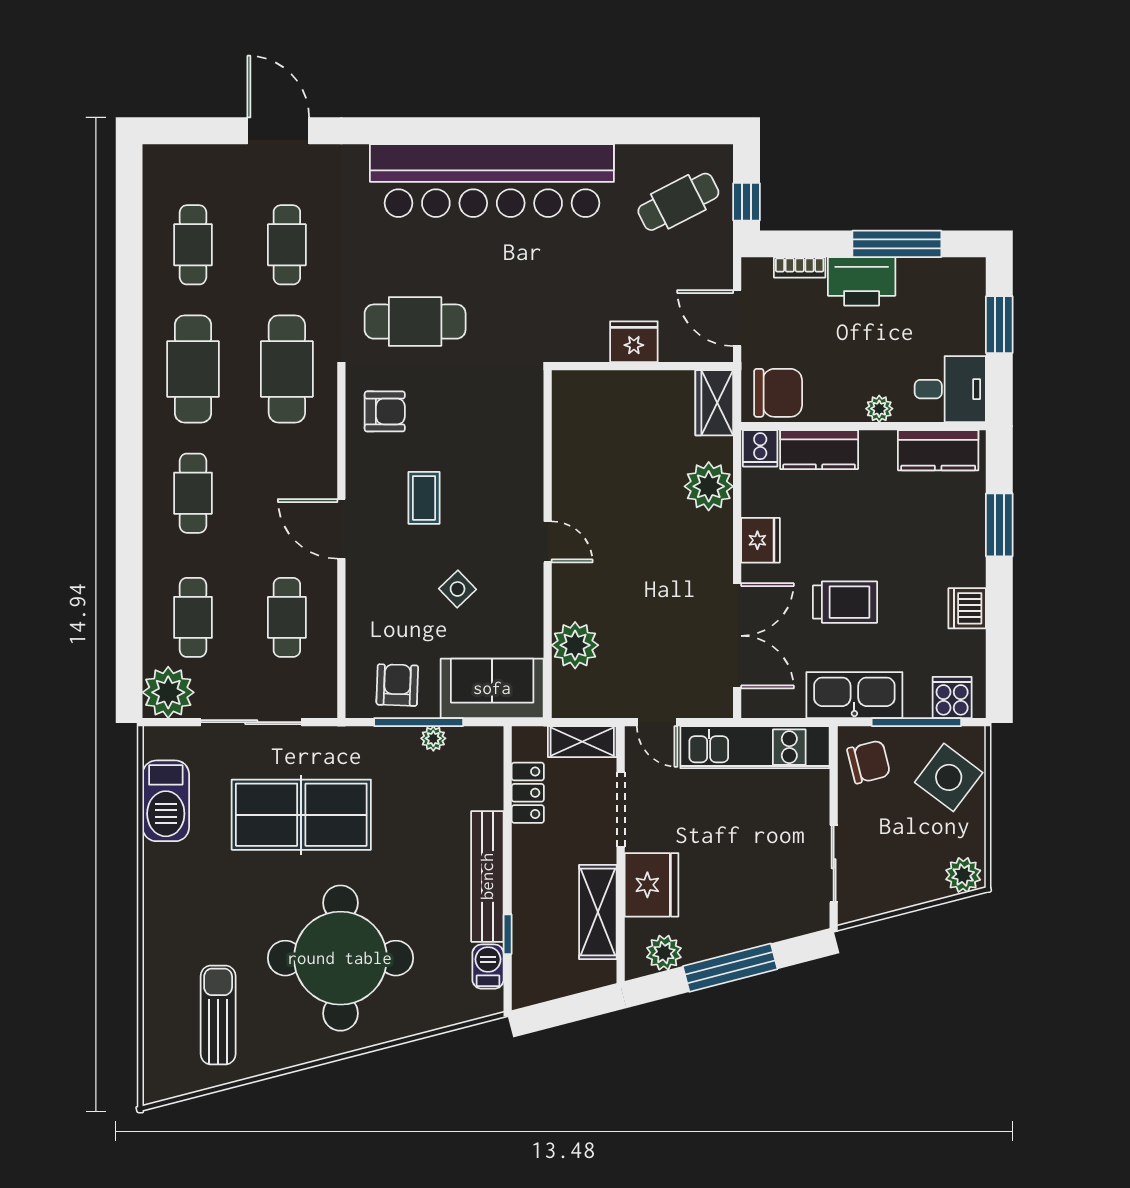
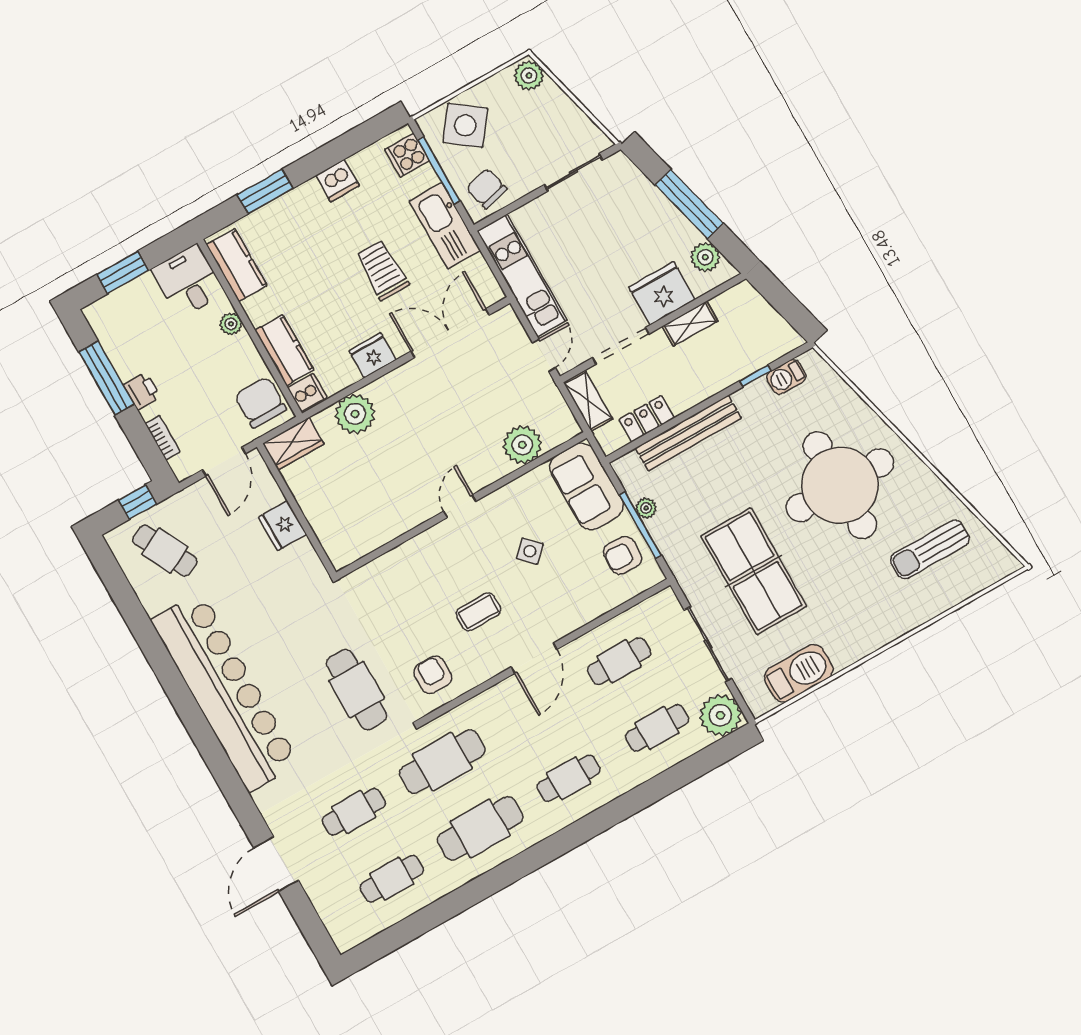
printer: (862, 281) -> (142, 391), width x0.53, depth x0.68
bench: (487, 876) -> (688, 433), moved
shelving: (598, 912) -> (690, 324), width x0.67, depth x0.75

